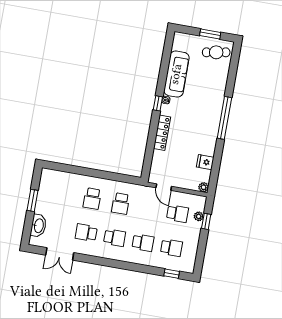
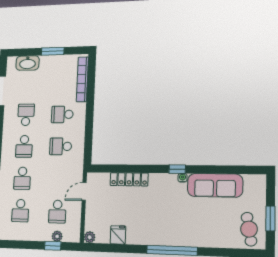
locker: (162, 133) -> (129, 179), moved
bookcase: (64, 176) -> (82, 79), added

